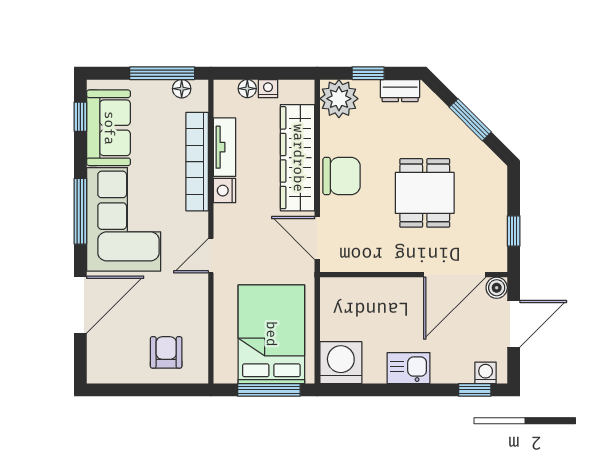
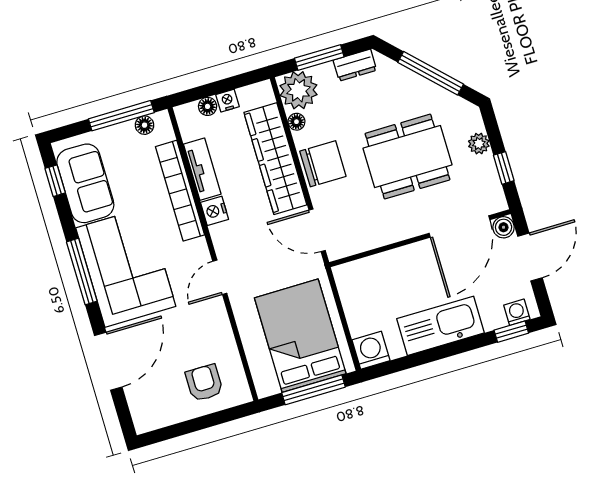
window: (368, 73) -> (319, 57), width x1.50
window: (470, 120) -> (431, 73), width x1.44
floor lamp: (328, 128) -> (296, 122), added
dining table: (425, 193) -> (408, 157), width x1.38
plant: (497, 201) -> (479, 144), added
washing machine: (341, 363) -> (371, 350), width x0.73, depth x0.73
kitchen sink: (409, 368) -> (440, 326), width x1.88, depth x1.24

